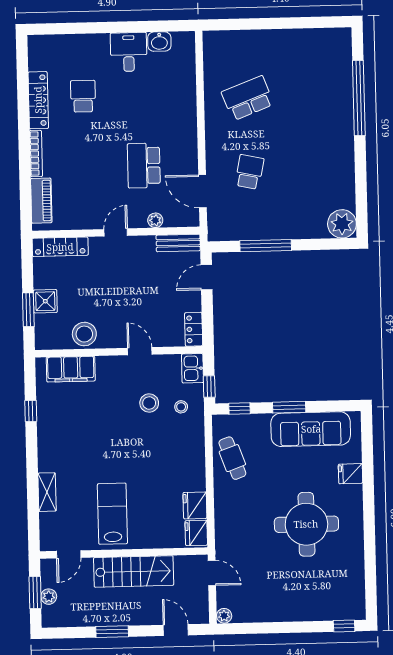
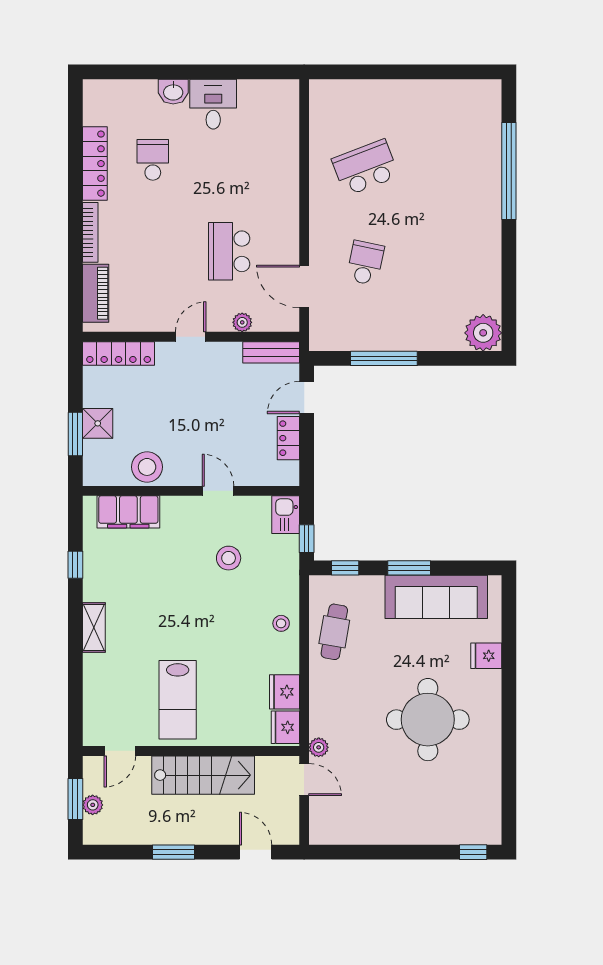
washbasin: (159, 42) -> (173, 92), moved
locker: (194, 329) -> (288, 438), moved
stool: (181, 407) -> (281, 623), moved
cafe table: (232, 458) -> (334, 632), turned 30
shelving: (47, 492) -> (94, 627), moved
lab bench: (112, 514) -> (178, 700), turned 180
plant: (224, 616) -> (319, 747), moved

